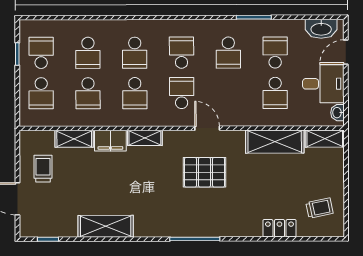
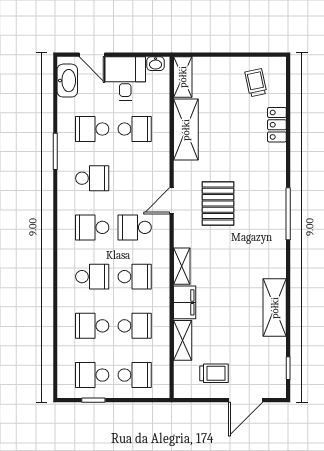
school desk: (88, 53) -> (92, 326), turned 180
trolley: (43, 169) -> (214, 373), turned 180

